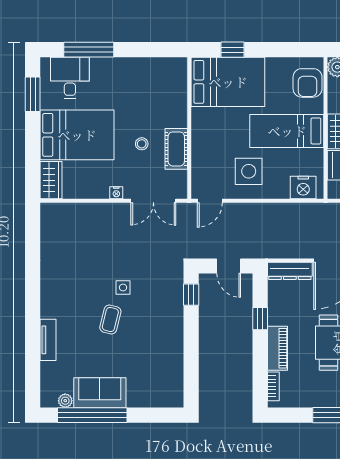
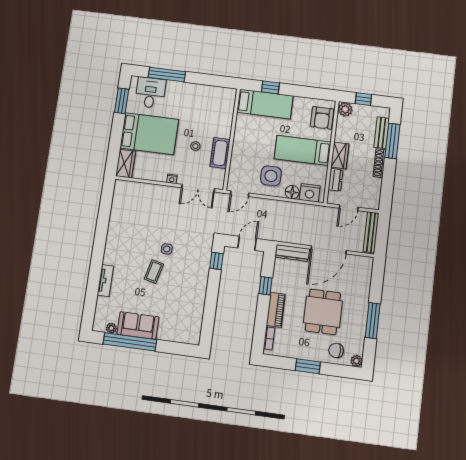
bed: (228, 82) -> (265, 104), width x0.67
floor lamp: (280, 190) -> (292, 192), added
door: (229, 266) -> (247, 243), swing flipped

